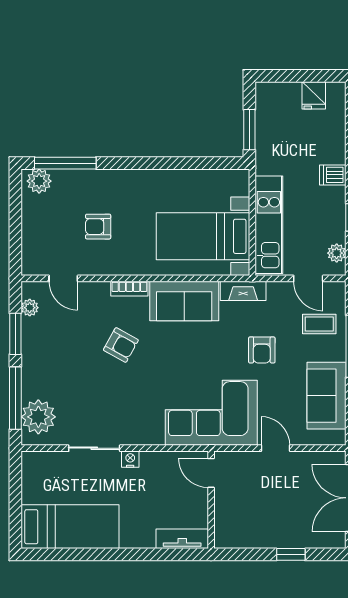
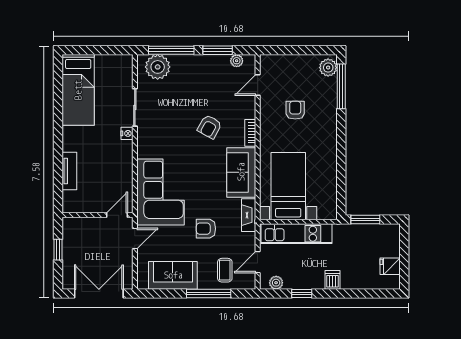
door: (211, 473) -> (117, 215), moved
wall: (211, 500) -> (98, 215), moved

